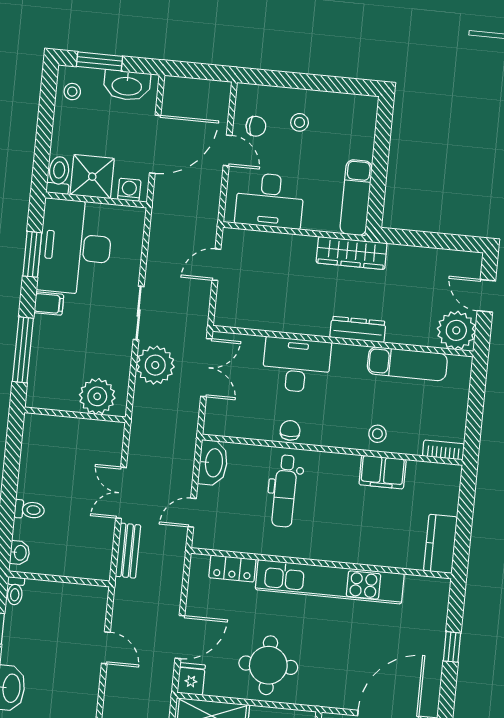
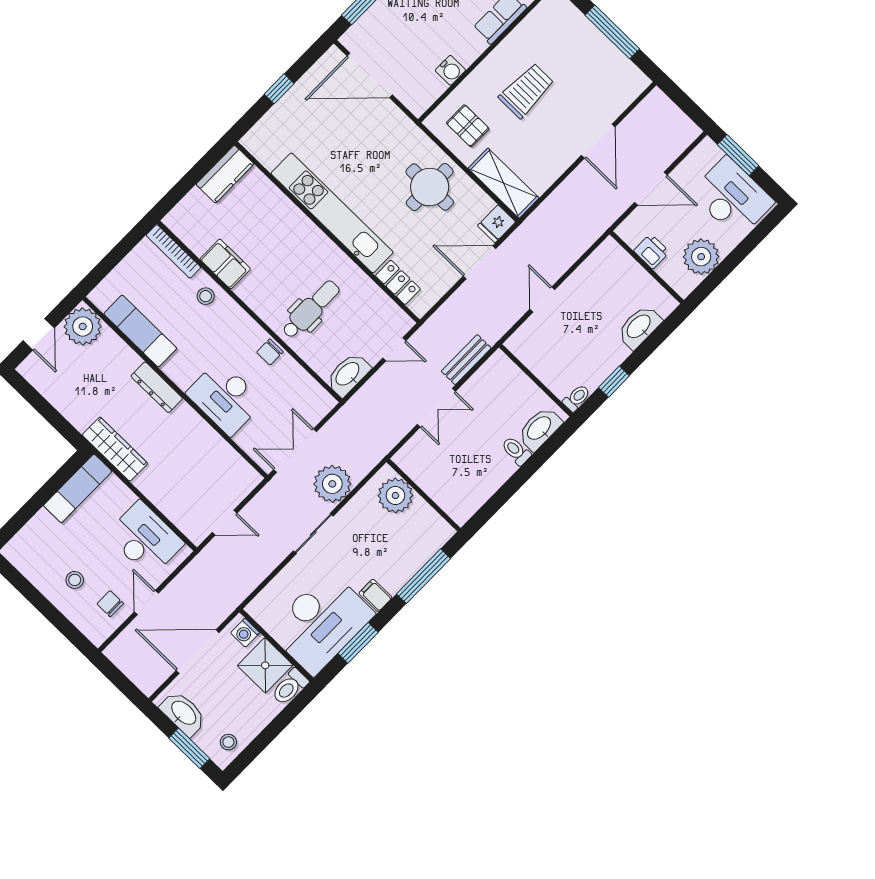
bookcase: (443, 450) -> (173, 251), width x1.56
washbasin: (20, 553) -> (540, 429), width x1.91, depth x1.45

